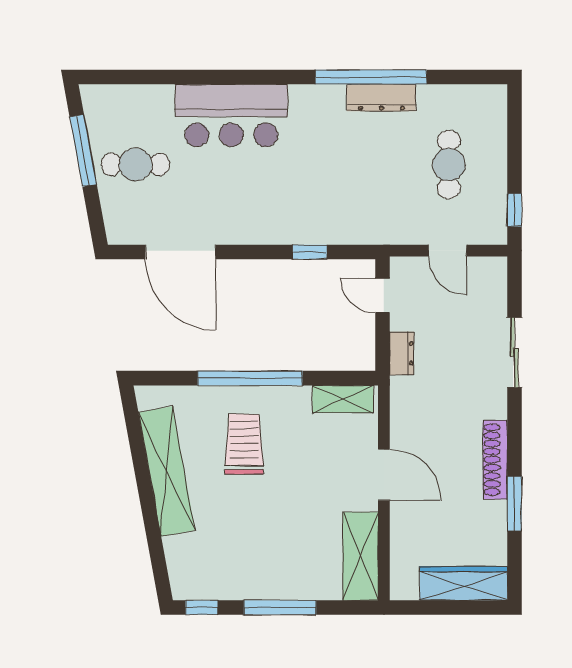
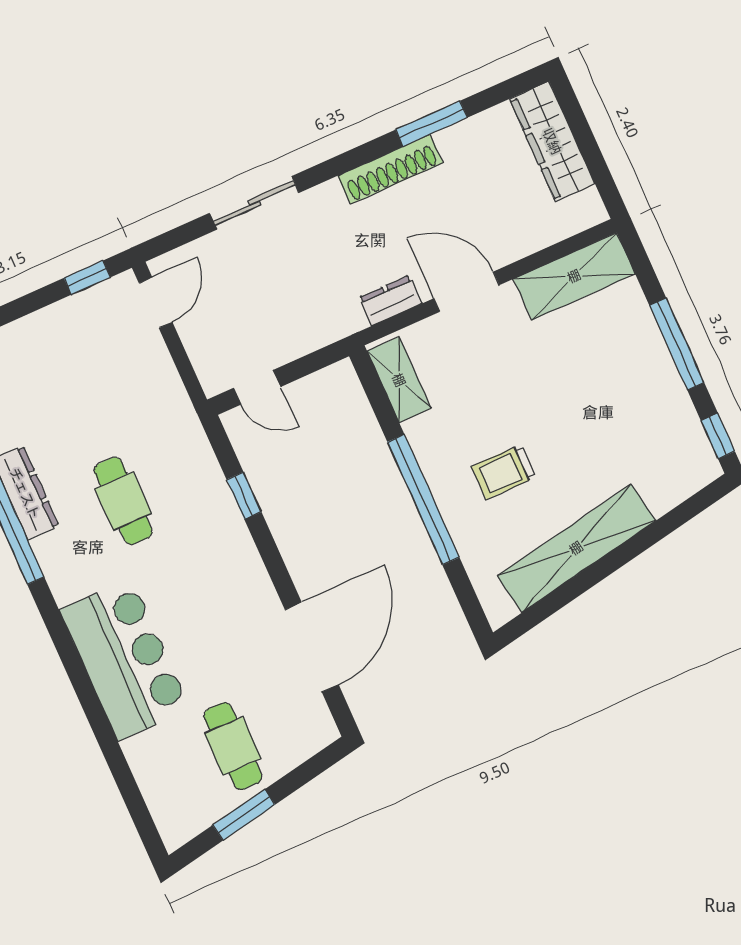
window: (83, 151) -> (244, 815), width x0.69
cafe table: (449, 165) -> (123, 501), moved, turned 90
door: (447, 251) -> (156, 303), moved
door: (383, 296) -> (257, 387), hinge flipped
dresser: (402, 353) -> (390, 301), moved
trolley: (244, 444) -> (504, 472), width x0.73, depth x0.72
door: (384, 475) -> (467, 292), hinge flipped

